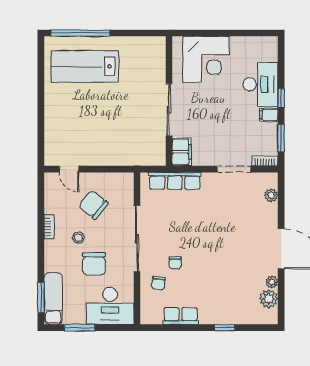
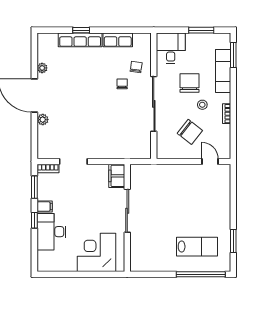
lab bench: (85, 66) -> (197, 247), width x0.73, depth x0.72
window: (41, 73) -> (233, 241), added
row of seats: (175, 181) -> (80, 40), moved, turned 180
plant: (271, 195) -> (43, 120), moved
exam couch: (53, 298) -> (223, 71), moved
plant: (269, 299) -> (45, 54), removed
desk: (110, 306) -> (171, 48), width x0.73

